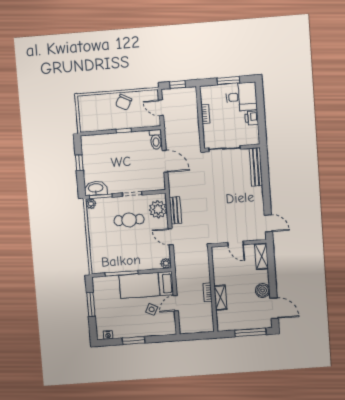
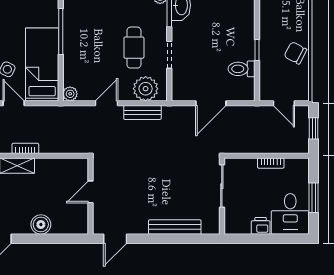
door: (161, 108) -> (284, 103), swing flipped
toilet: (156, 139) -> (242, 69), moved
bench: (256, 167) -> (175, 227), moved
shelving: (261, 256) -> (70, 226), removed
boiler: (263, 290) -> (41, 224), moved

